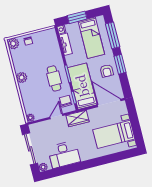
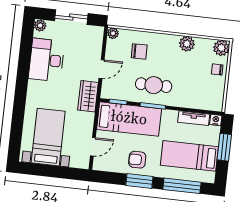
plant: (22, 77) -> (187, 44), moved
chair: (66, 101) -> (139, 51), moved
door: (109, 103) -> (93, 147), width x0.53
door: (56, 116) -> (102, 69), hinge flipped
sliding door: (30, 149) -> (71, 17), width x0.73

